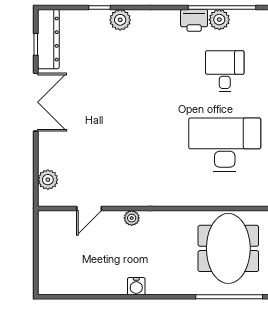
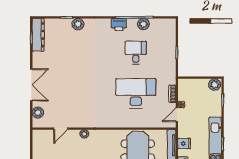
plant: (219, 20) -> (143, 24), moved
double door: (36, 102) -> (31, 85), moved

